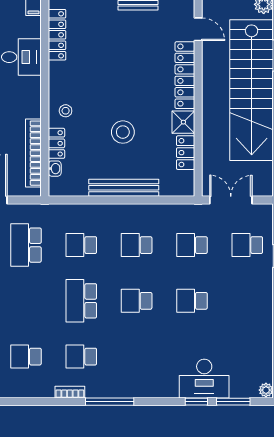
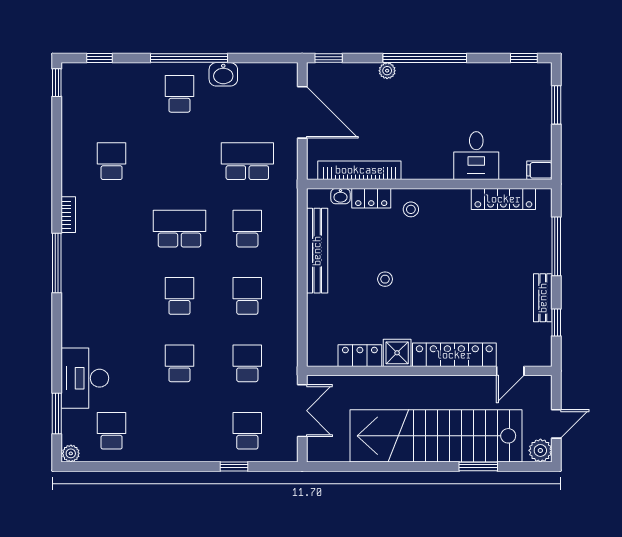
stool: (123, 132) -> (385, 279), width x0.53, depth x0.53
bench: (124, 188) -> (317, 251), moved
school desk: (81, 357) -> (112, 431), moved
window: (196, 402) -> (57, 369), removed

